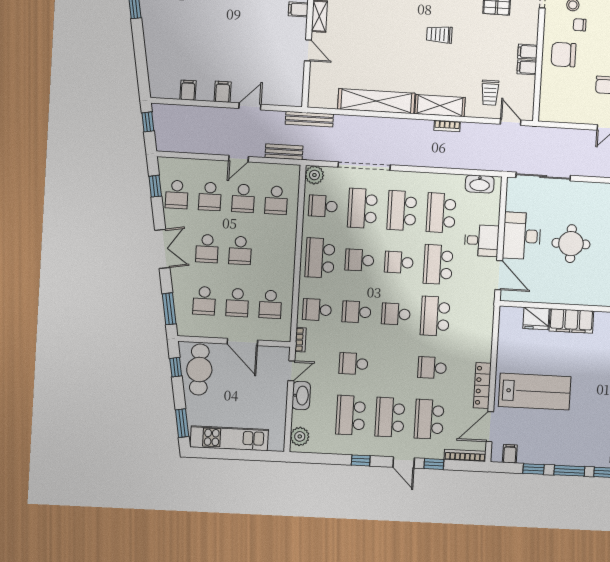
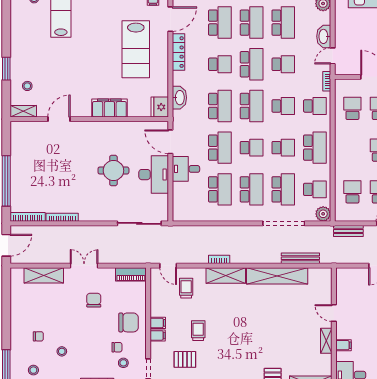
trolley: (439, 35) -> (198, 331), moved, turned -90
filing cabinet: (527, 67) -> (158, 335), moved
piano: (557, 114) -> (131, 274), added
bench: (309, 119) -> (300, 258), moved
washbasin: (480, 184) -> (179, 98), moved, turned 90
school desk: (396, 314) -> (252, 106), width x1.85
fridge: (536, 318) -> (160, 107), moved, turned -90
school desk: (393, 366) -> (252, 64), added
lab bench: (535, 392) -> (136, 49), turned -90

